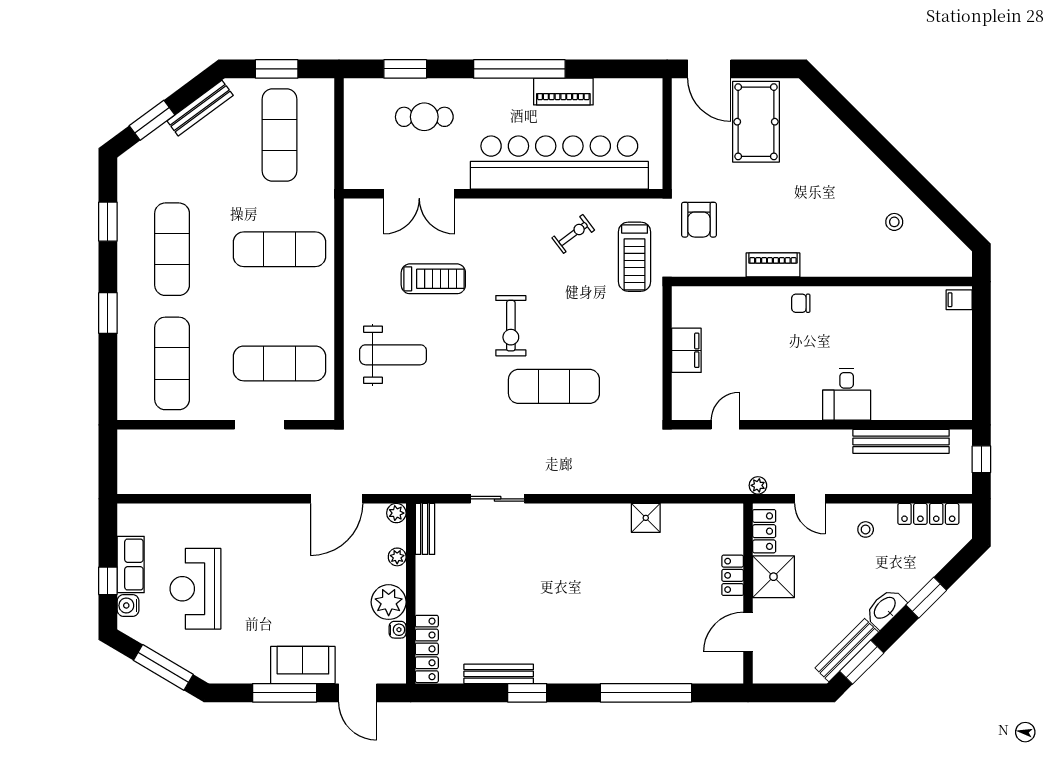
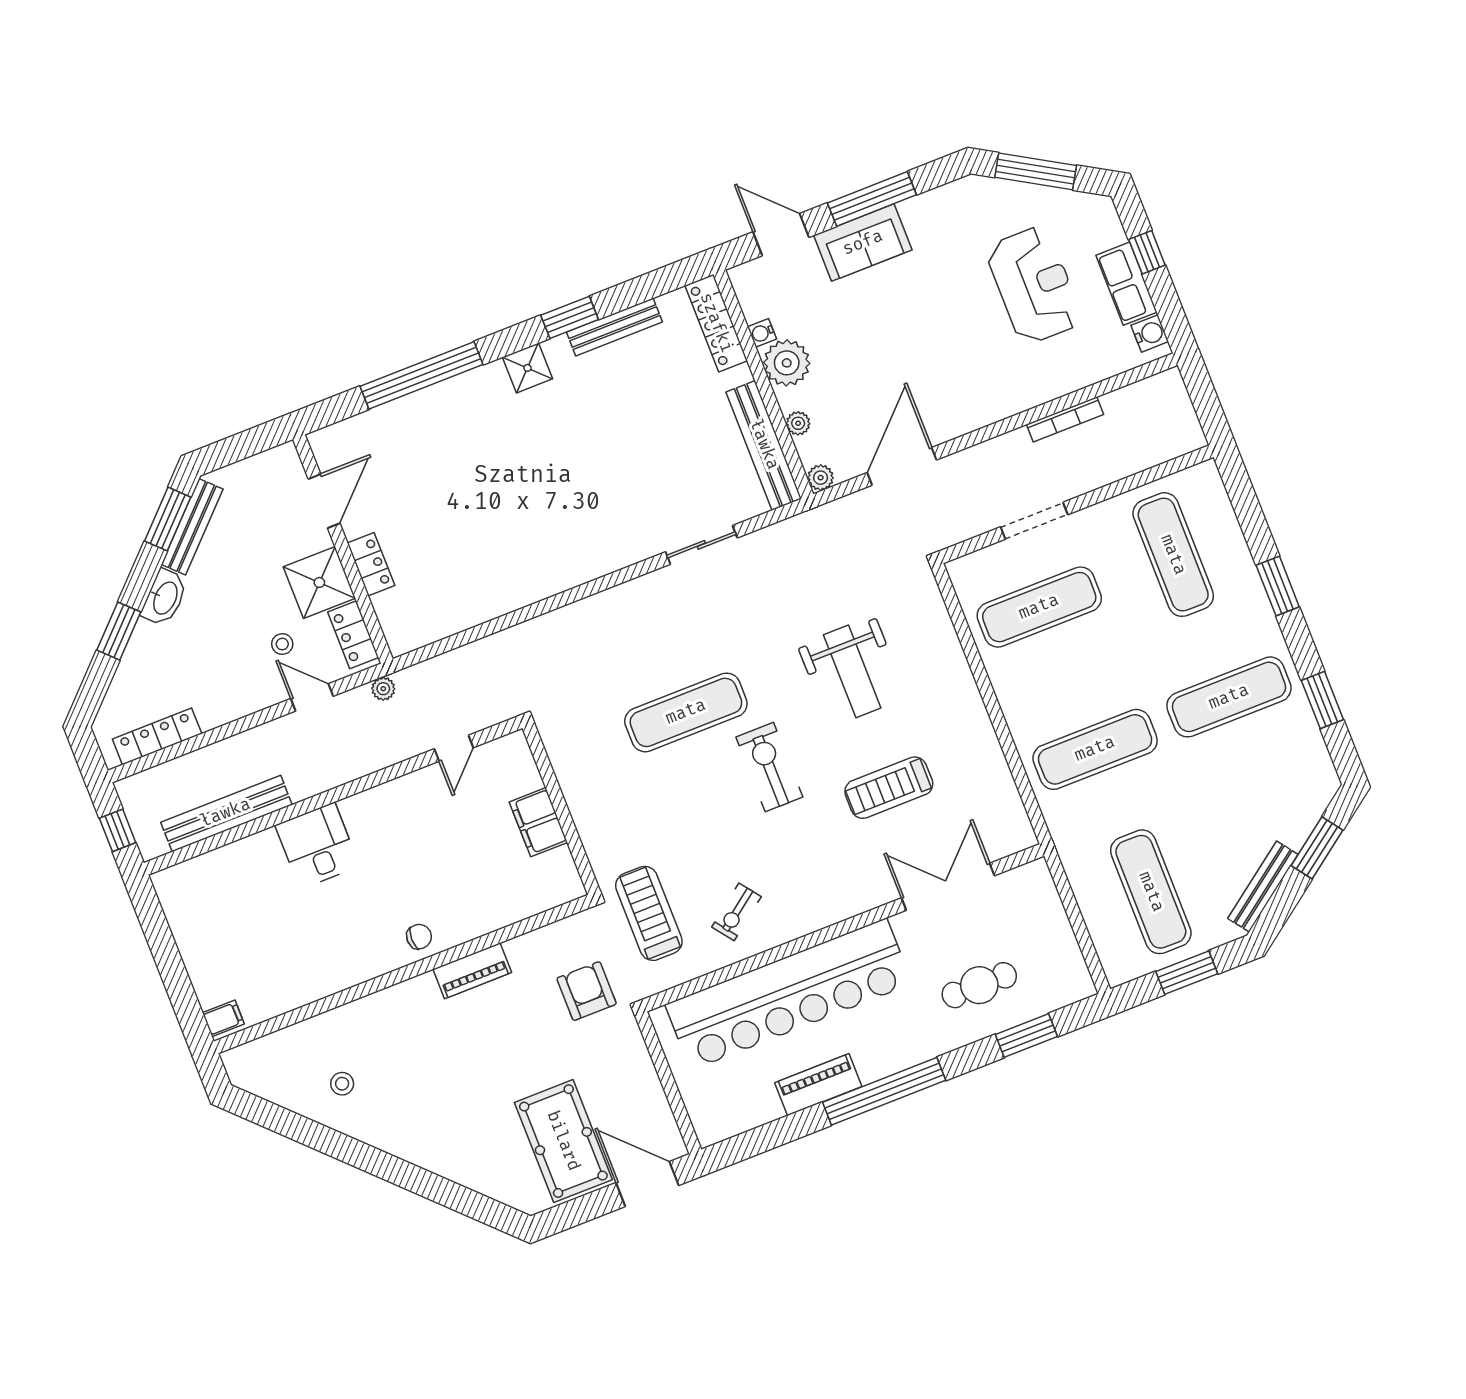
exercise mat: (172, 249) -> (1229, 697), turned 90
weight bench: (393, 355) -> (852, 671), moved, turned -90
bookcase: (210, 487) -> (1065, 419), added
shower: (646, 518) -> (527, 368), moved
bench: (425, 529) -> (764, 445), width x1.86, depth x1.21
stool: (866, 529) -> (282, 644), moved
water cooler: (128, 605) -> (1150, 333), moved

